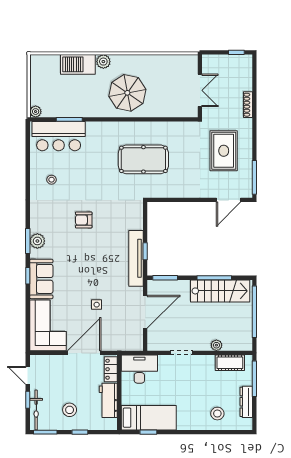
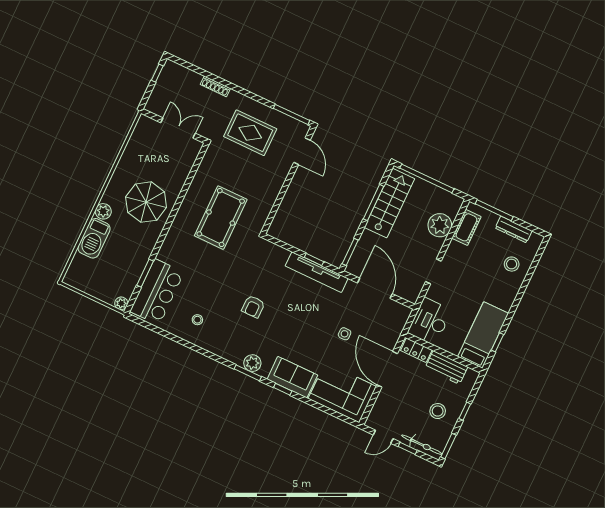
plant: (216, 345) -> (440, 225), width x1.88, depth x1.88

